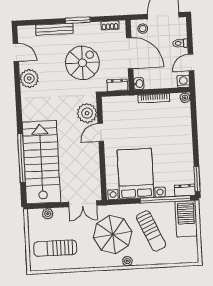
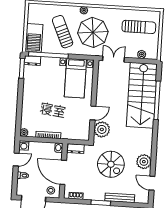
spiral stairs: (82, 63) -> (111, 164), moved, turned -90
bed with nightstands: (136, 174) -> (75, 78), width x0.73

